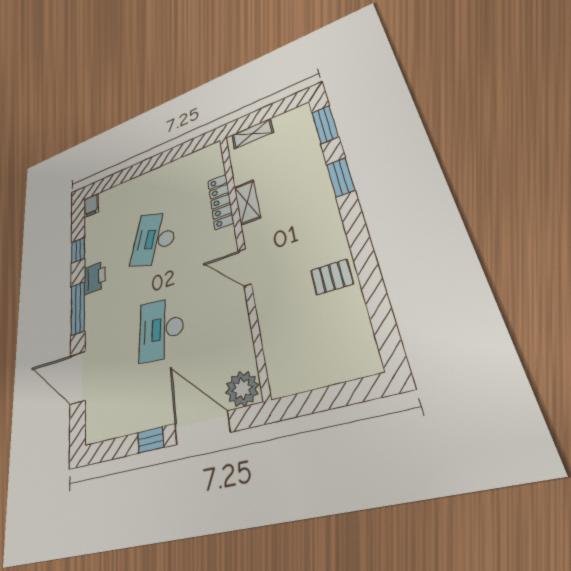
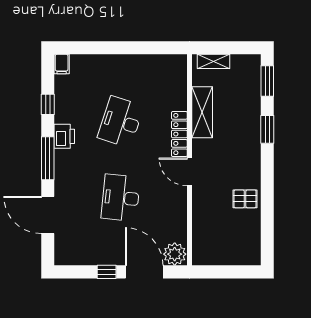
locker: (221, 202) -> (179, 134), moved
shelving: (247, 202) -> (202, 112), width x1.50, depth x1.33

